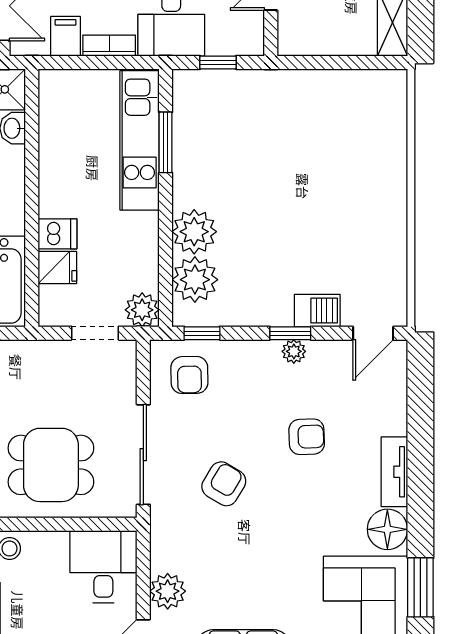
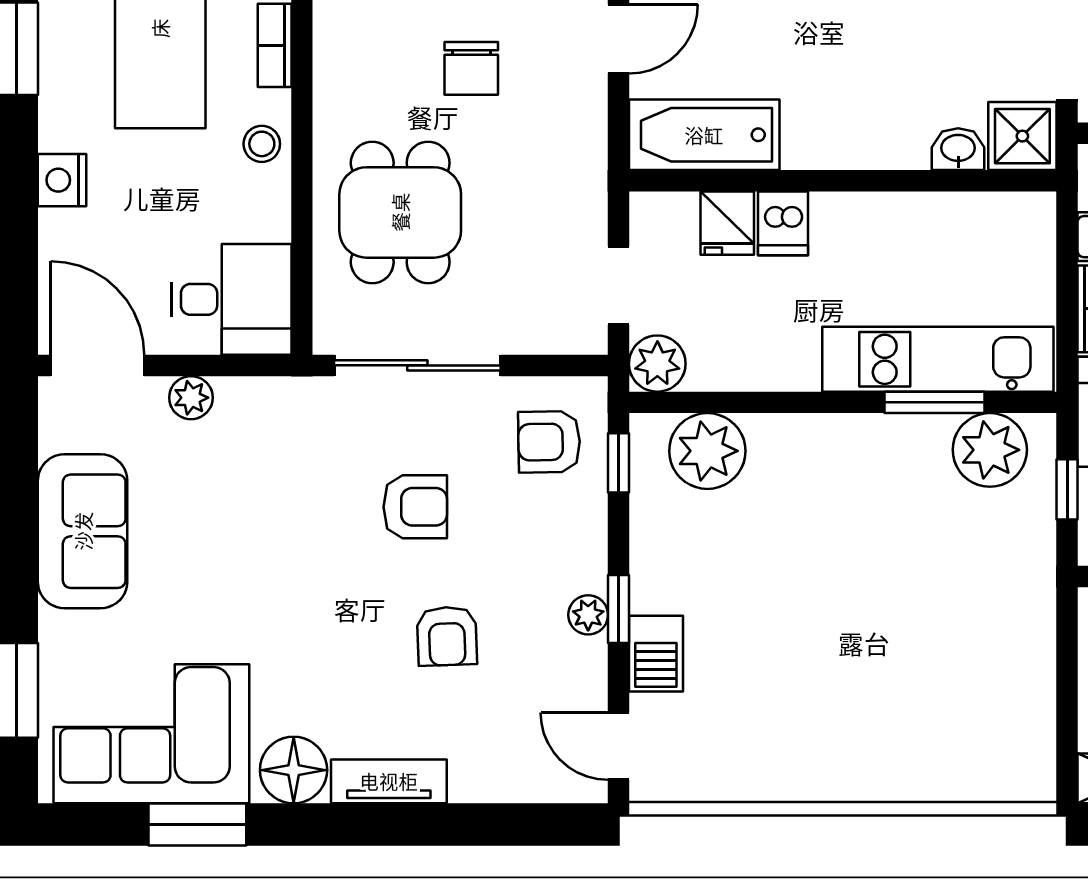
plant: (194, 232) -> (990, 450), moved
armchair: (224, 484) -> (415, 507), moved, turned -31
plant: (168, 591) -> (191, 398), width x0.73, depth x0.73

